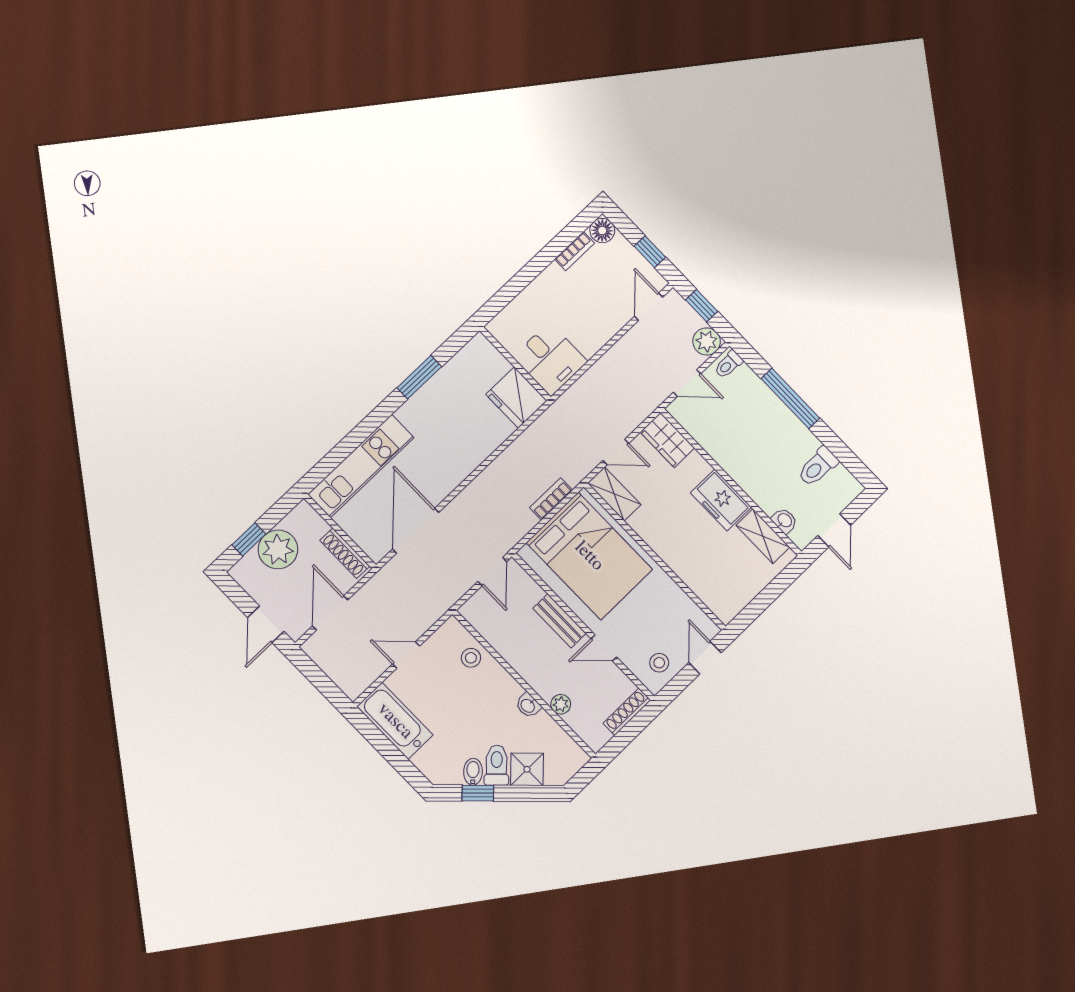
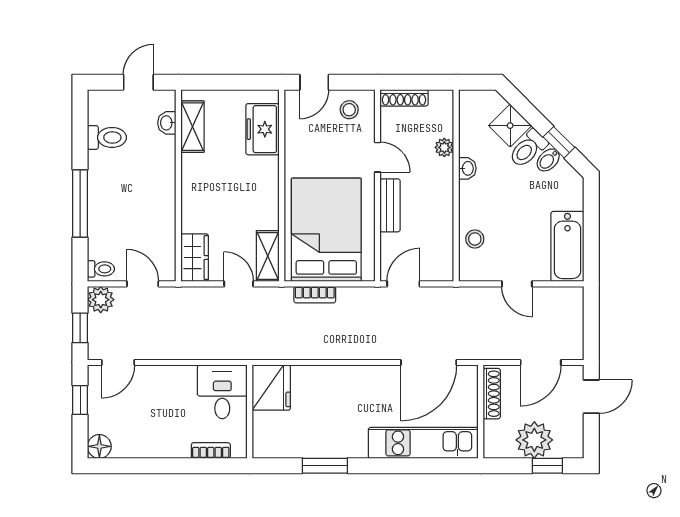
bookcase: (575, 251) -> (211, 451), moved
freezer: (721, 500) -> (262, 129), moved, turned 180

